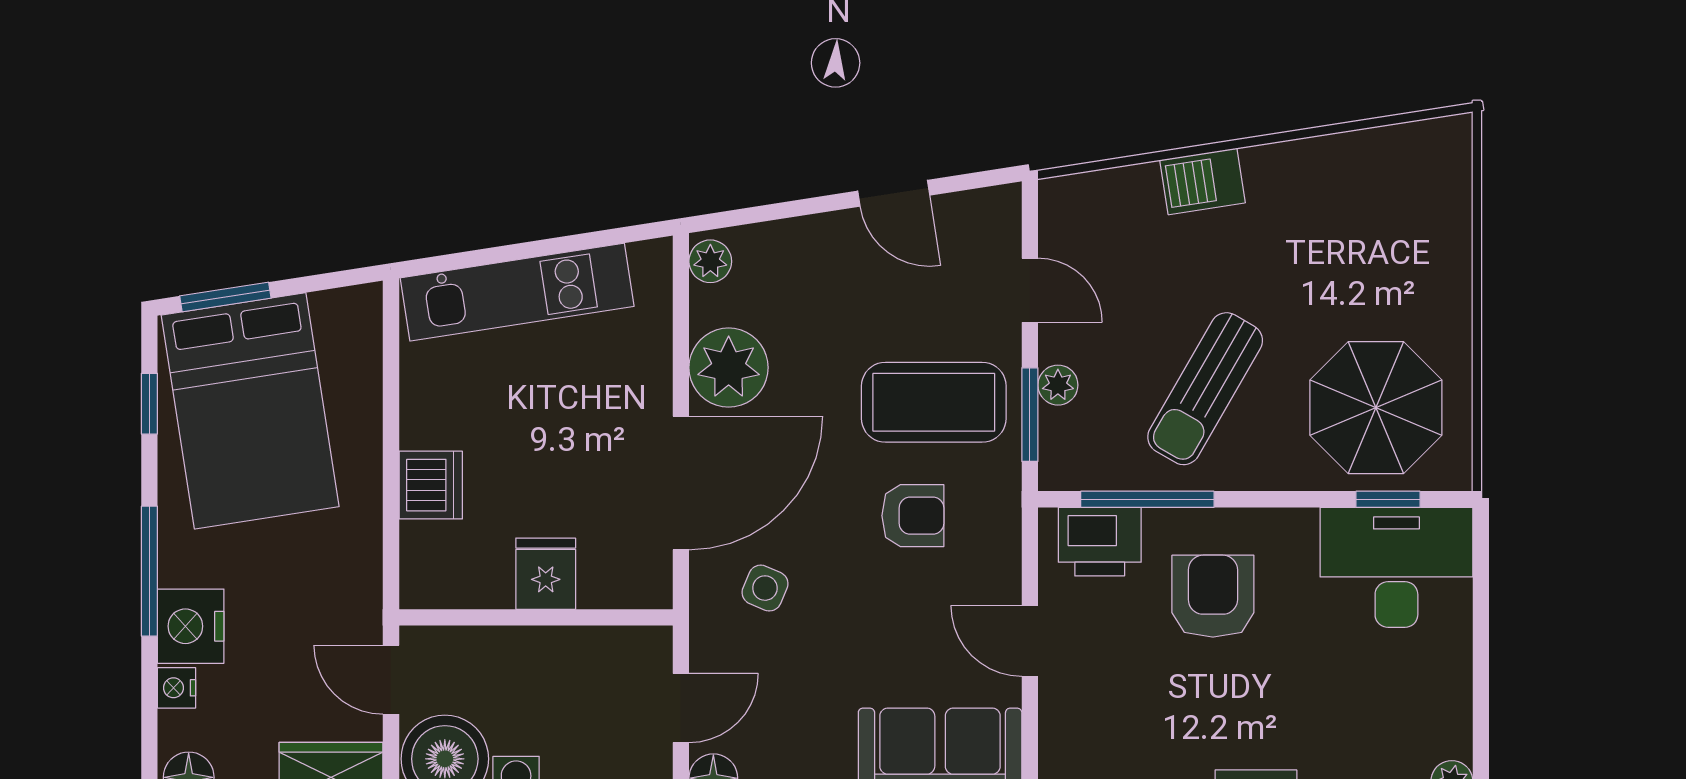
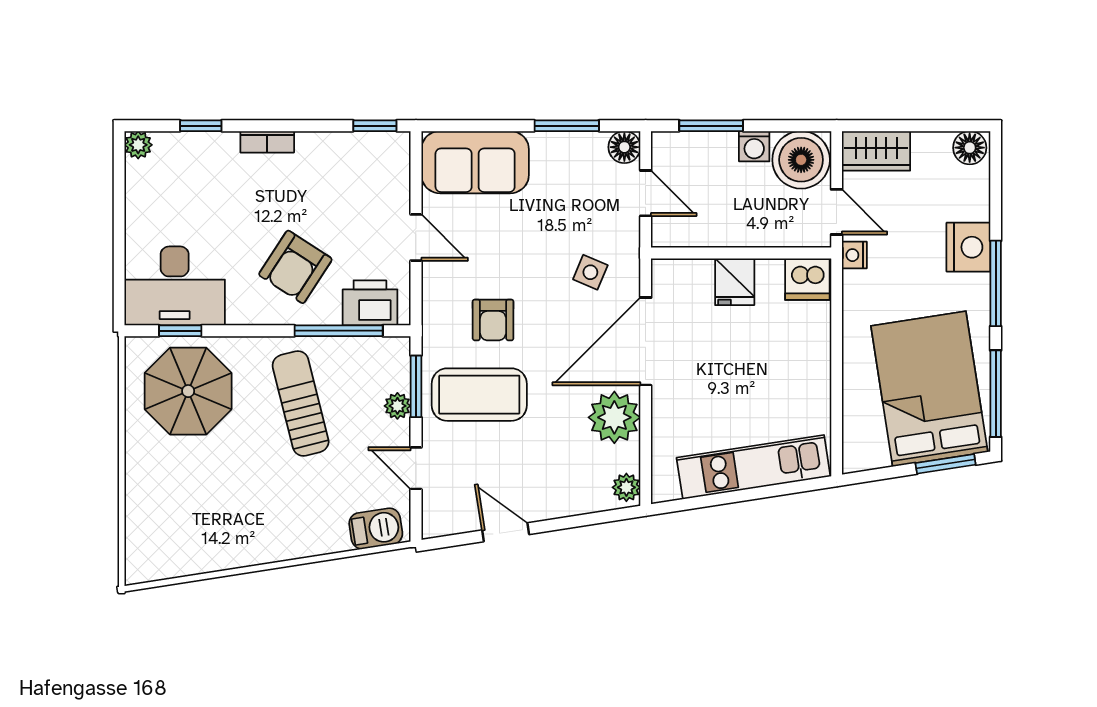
barbecue: (1202, 181) -> (376, 529), moved
sun lounger: (1205, 389) -> (301, 403), turned -44
window: (149, 404) -> (996, 394), width x2.17
dishwasher: (431, 485) -> (807, 279), moved, turned -90
armchair: (913, 516) -> (493, 320), turned -90
armchair: (1213, 596) -> (295, 267), turned 33
nightstand: (177, 688) -> (854, 255), moved, turned 180
door: (681, 708) -> (646, 193), swing flipped

